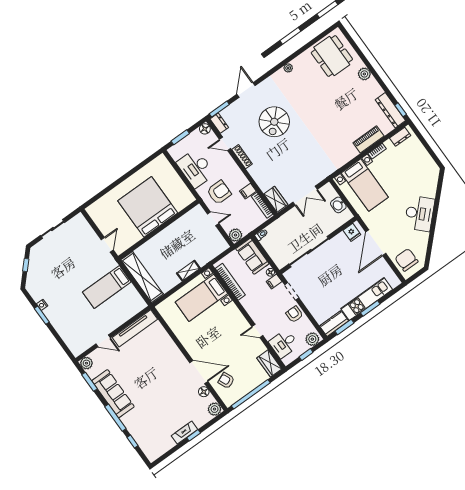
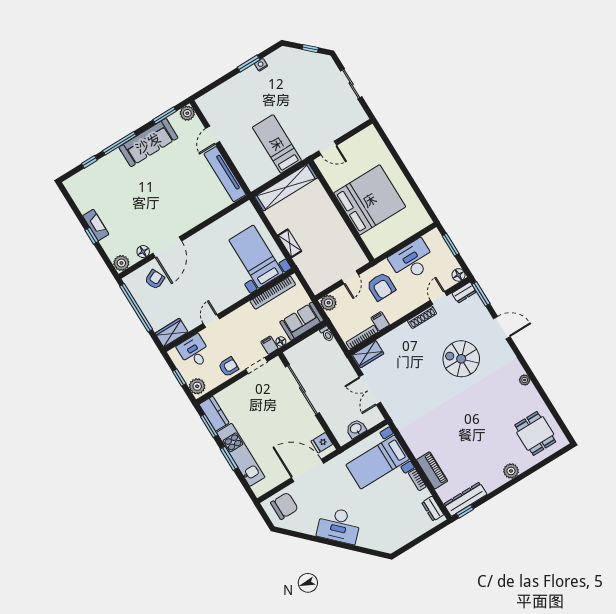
dining table: (332, 56) -> (535, 433), width x0.73

